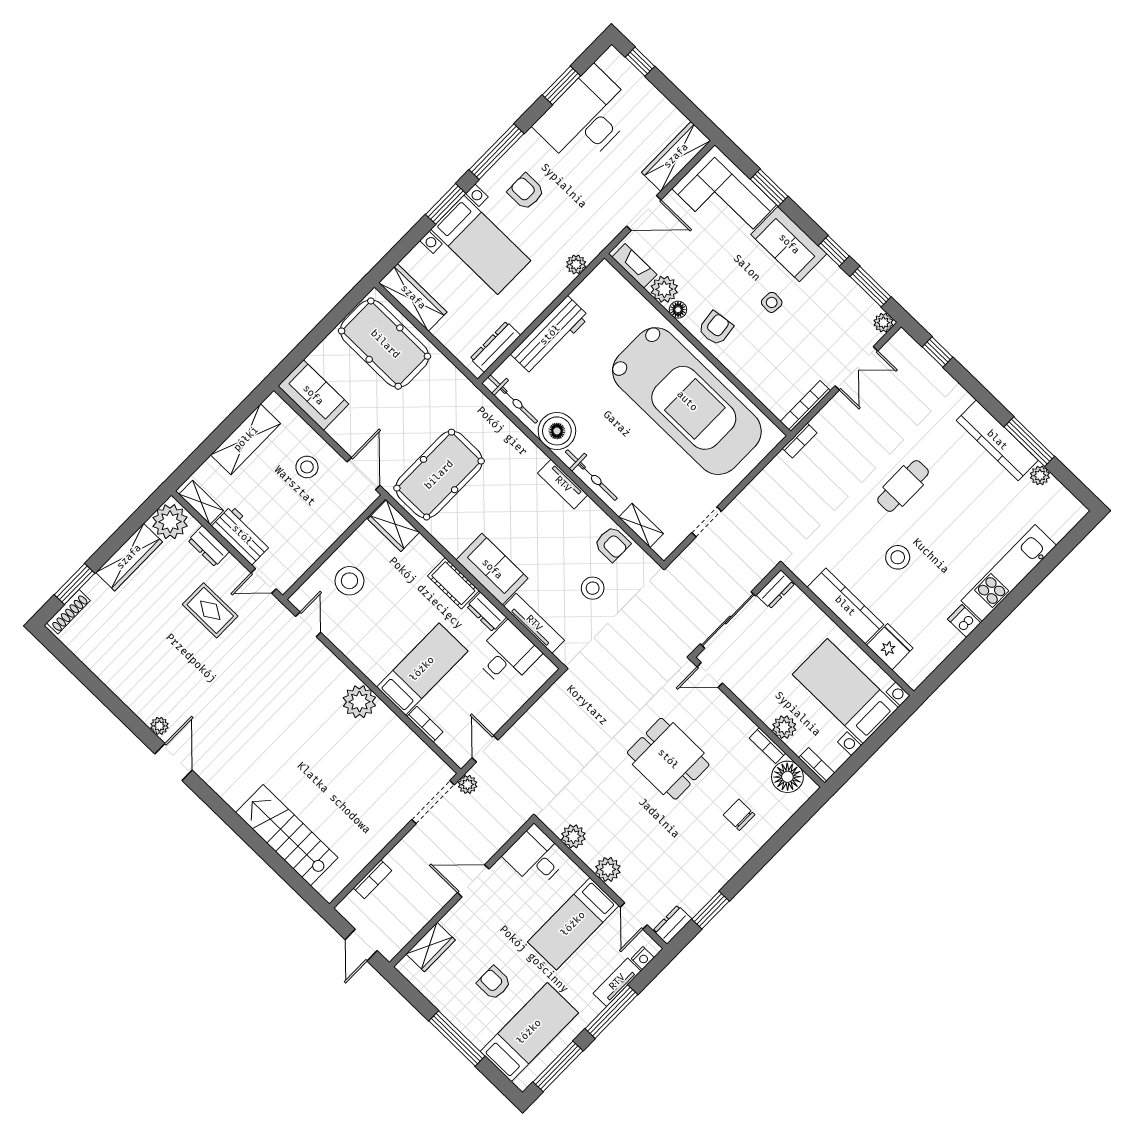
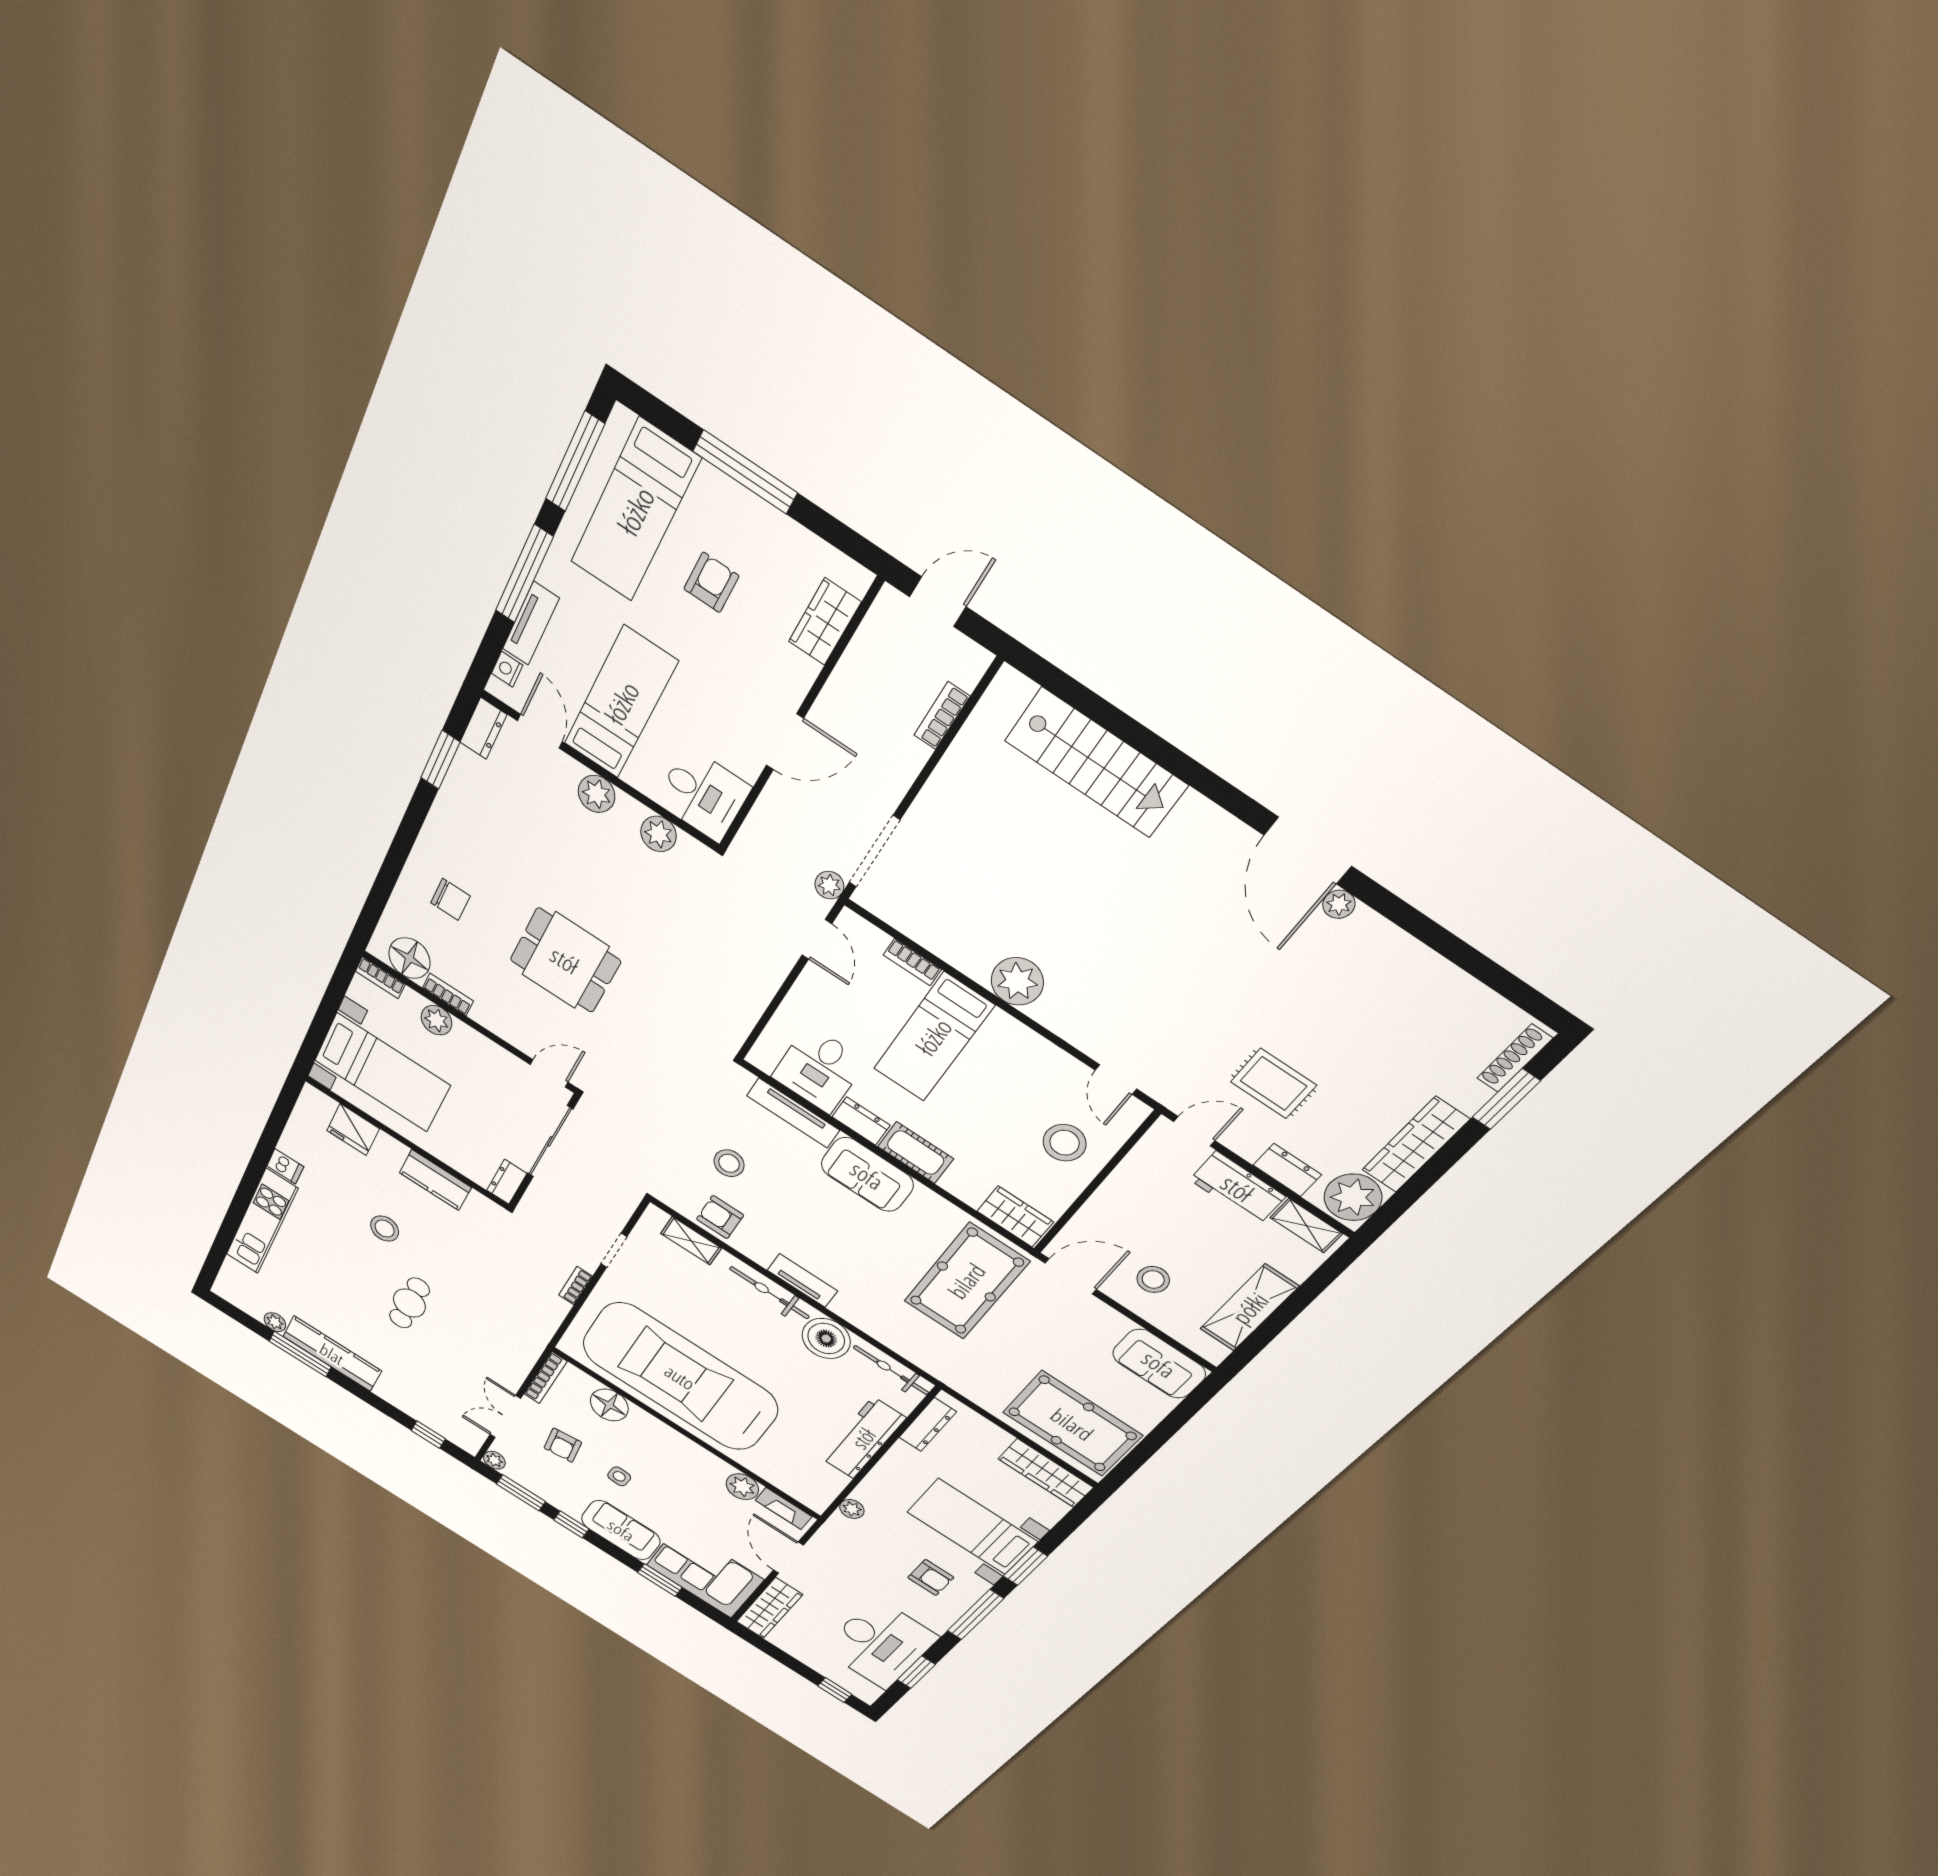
door: (644, 213) -> (788, 1558), hinge flipped
floor lamp: (678, 310) -> (609, 1405), moved, width x1.89, depth x1.89
armchair: (716, 328) -> (563, 1445), moved
bookcase: (800, 441) -> (576, 1286), moved
door: (364, 474) -> (1071, 1276), swing flipped
kitchen counter: (845, 606) -> (435, 1180), width x0.67
door: (174, 762) -> (1308, 851), width x1.36
door: (361, 945) -> (938, 602), hinge flipped
armchair: (494, 983) -> (711, 582), turned -90

